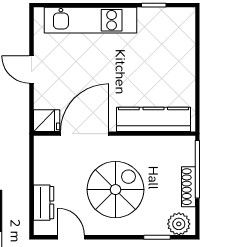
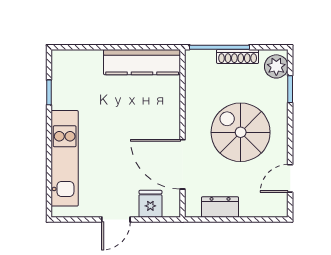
kitchen counter: (153, 119) -> (142, 62), moved, turned -90
fridge: (47, 121) -> (150, 204), moved
dresser: (44, 203) -> (220, 207), moved

